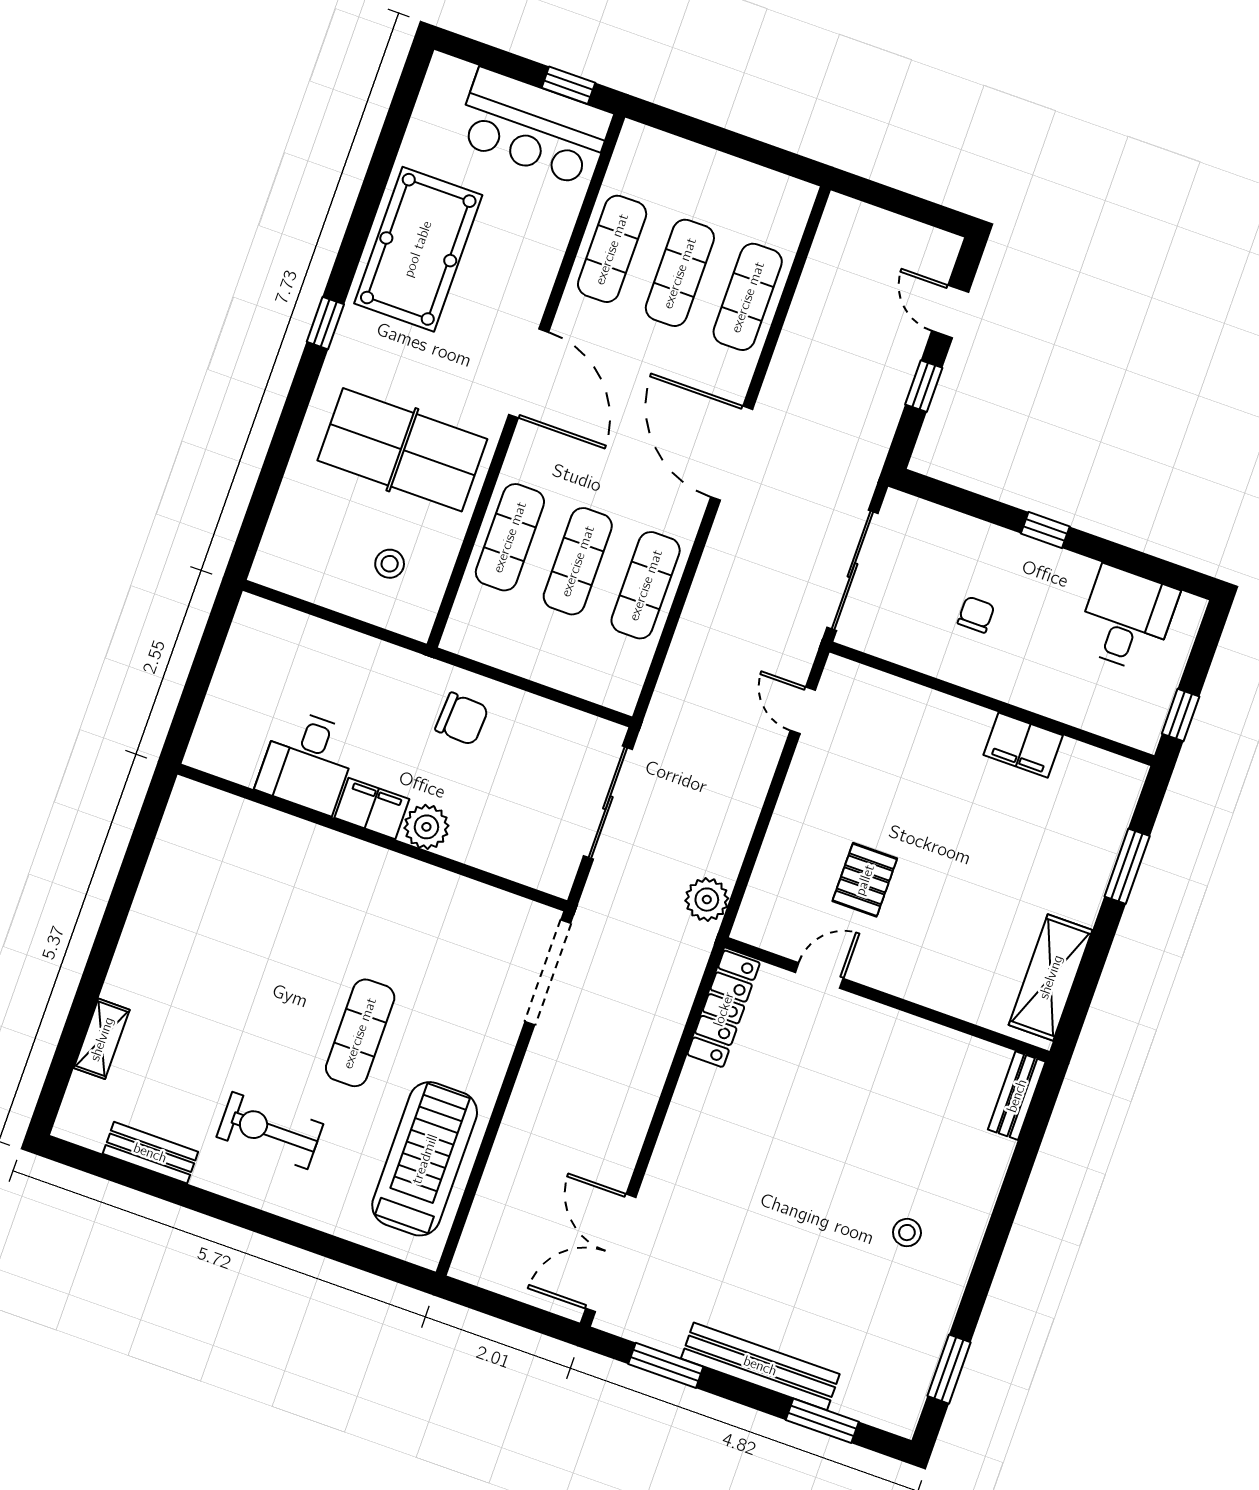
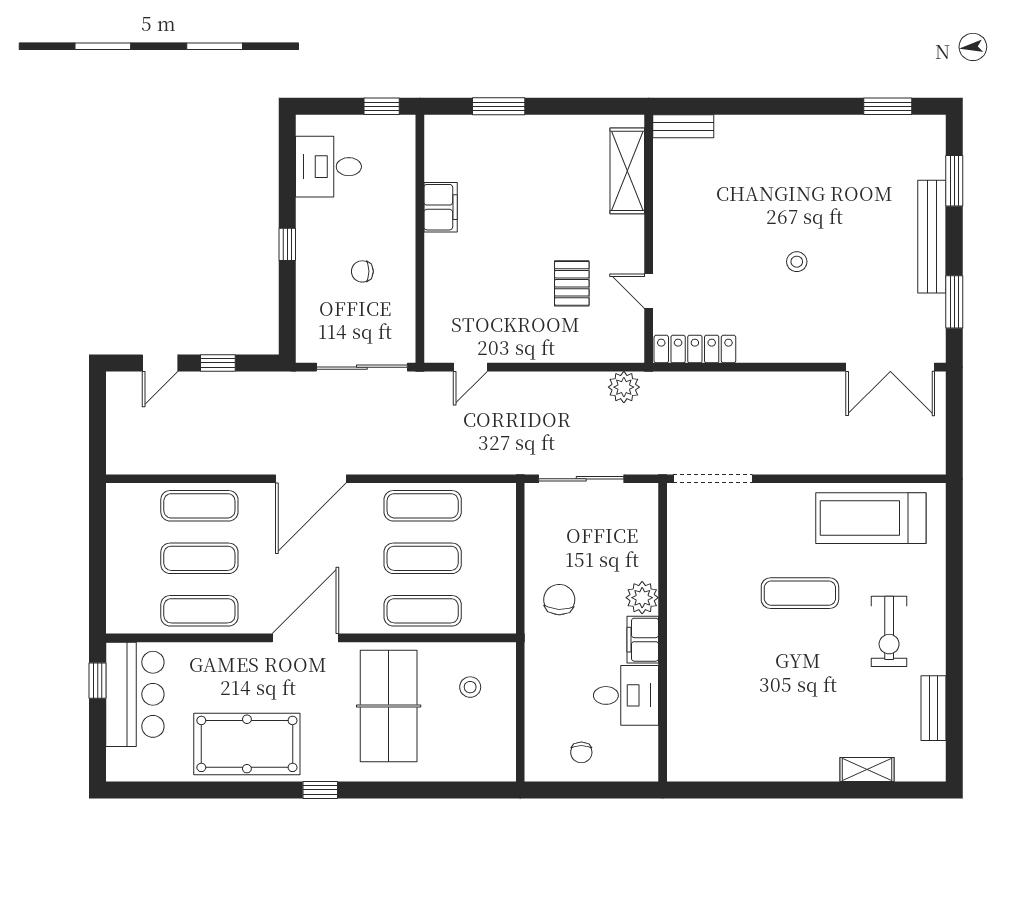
chair: (254, 677) -> (581, 752), added
pallet: (865, 880) -> (572, 283), turned 90
shelving: (1051, 977) -> (627, 171), moved, turned 90
stool: (907, 1233) -> (797, 262), moved

